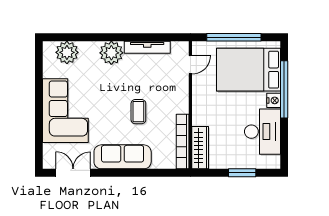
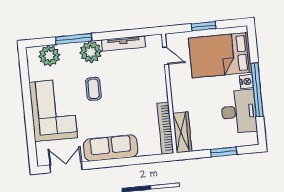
window: (95, 37) -> (74, 39), added
window: (234, 37) -> (204, 26), width x0.47
door: (190, 65) -> (166, 56), hinge flipped
window: (284, 89) -> (257, 90), moved
coffee table: (138, 112) -> (93, 89), moved

